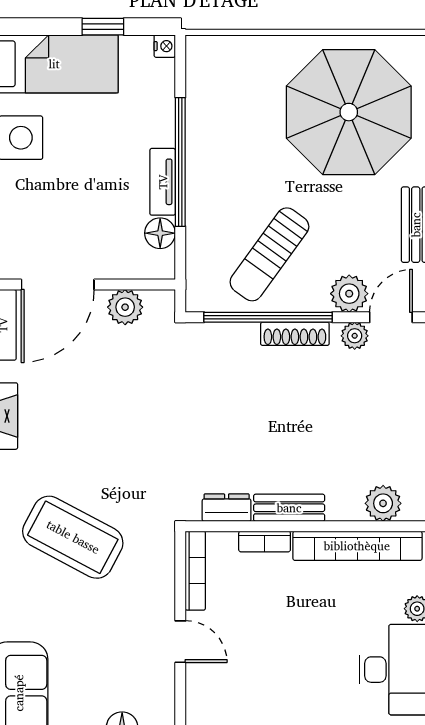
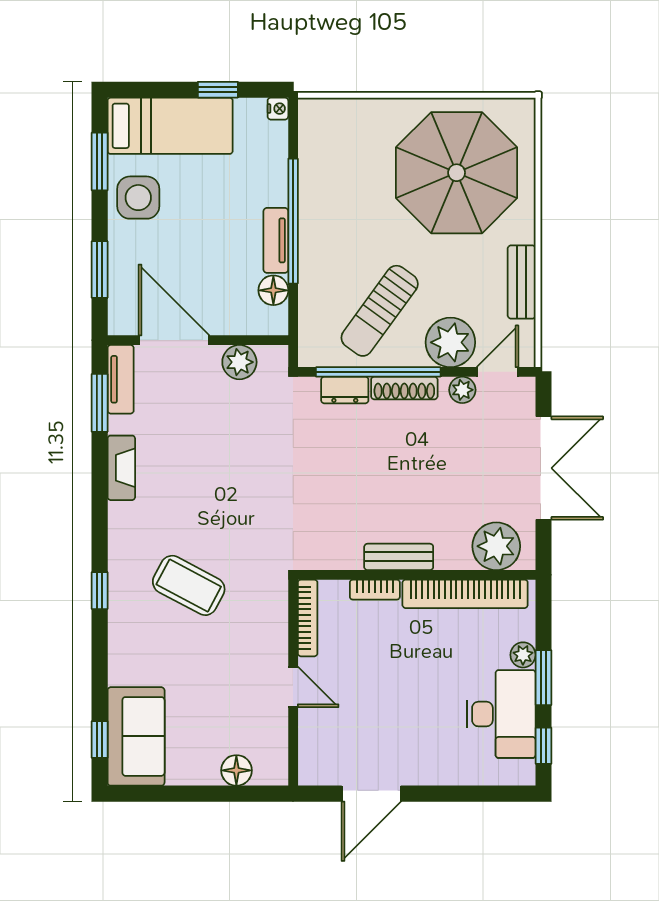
door: (58, 285) -> (174, 340), swing flipped
plant: (349, 294) -> (450, 342), width x1.36, depth x1.36
plant: (383, 503) -> (496, 546), width x1.36, depth x1.36
dresser: (227, 508) -> (345, 390), moved, turned 180
coffee table: (73, 537) -> (189, 585), width x0.73, depth x0.76

